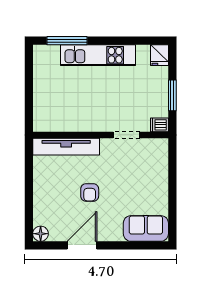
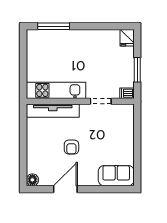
kitchen unit: (98, 55) -> (56, 90), moved, turned 180

